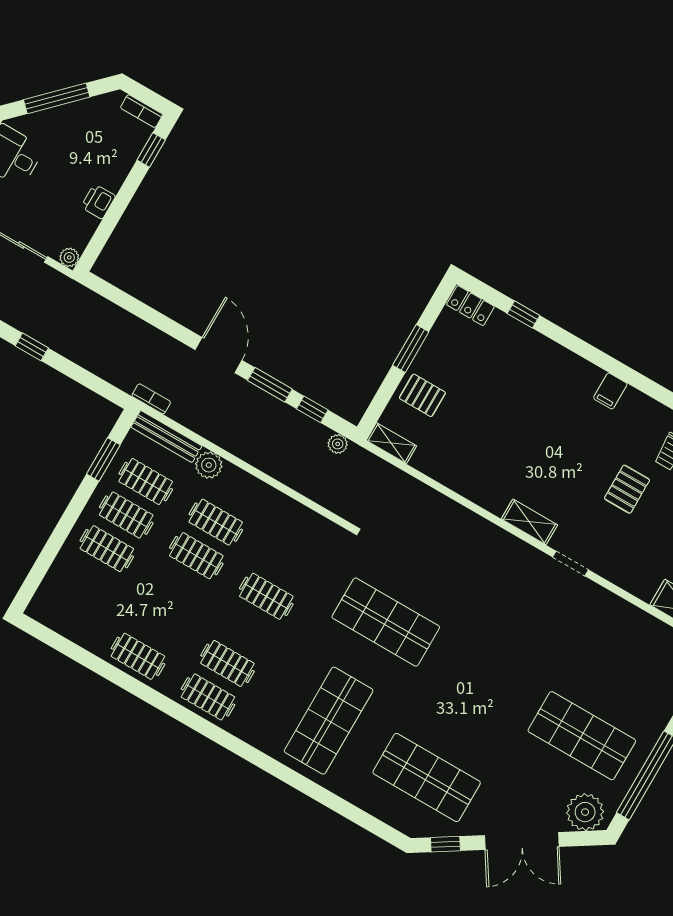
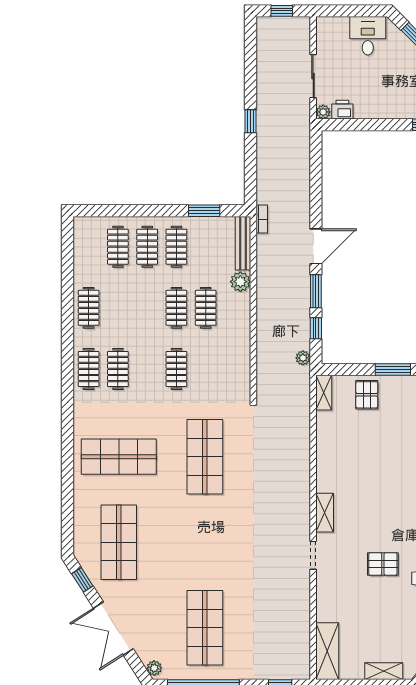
printer: (98, 202) -> (342, 110), moved
clothes rail: (146, 482) -> (118, 247), moved
plant: (585, 812) -> (154, 668), width x0.53, depth x0.53

